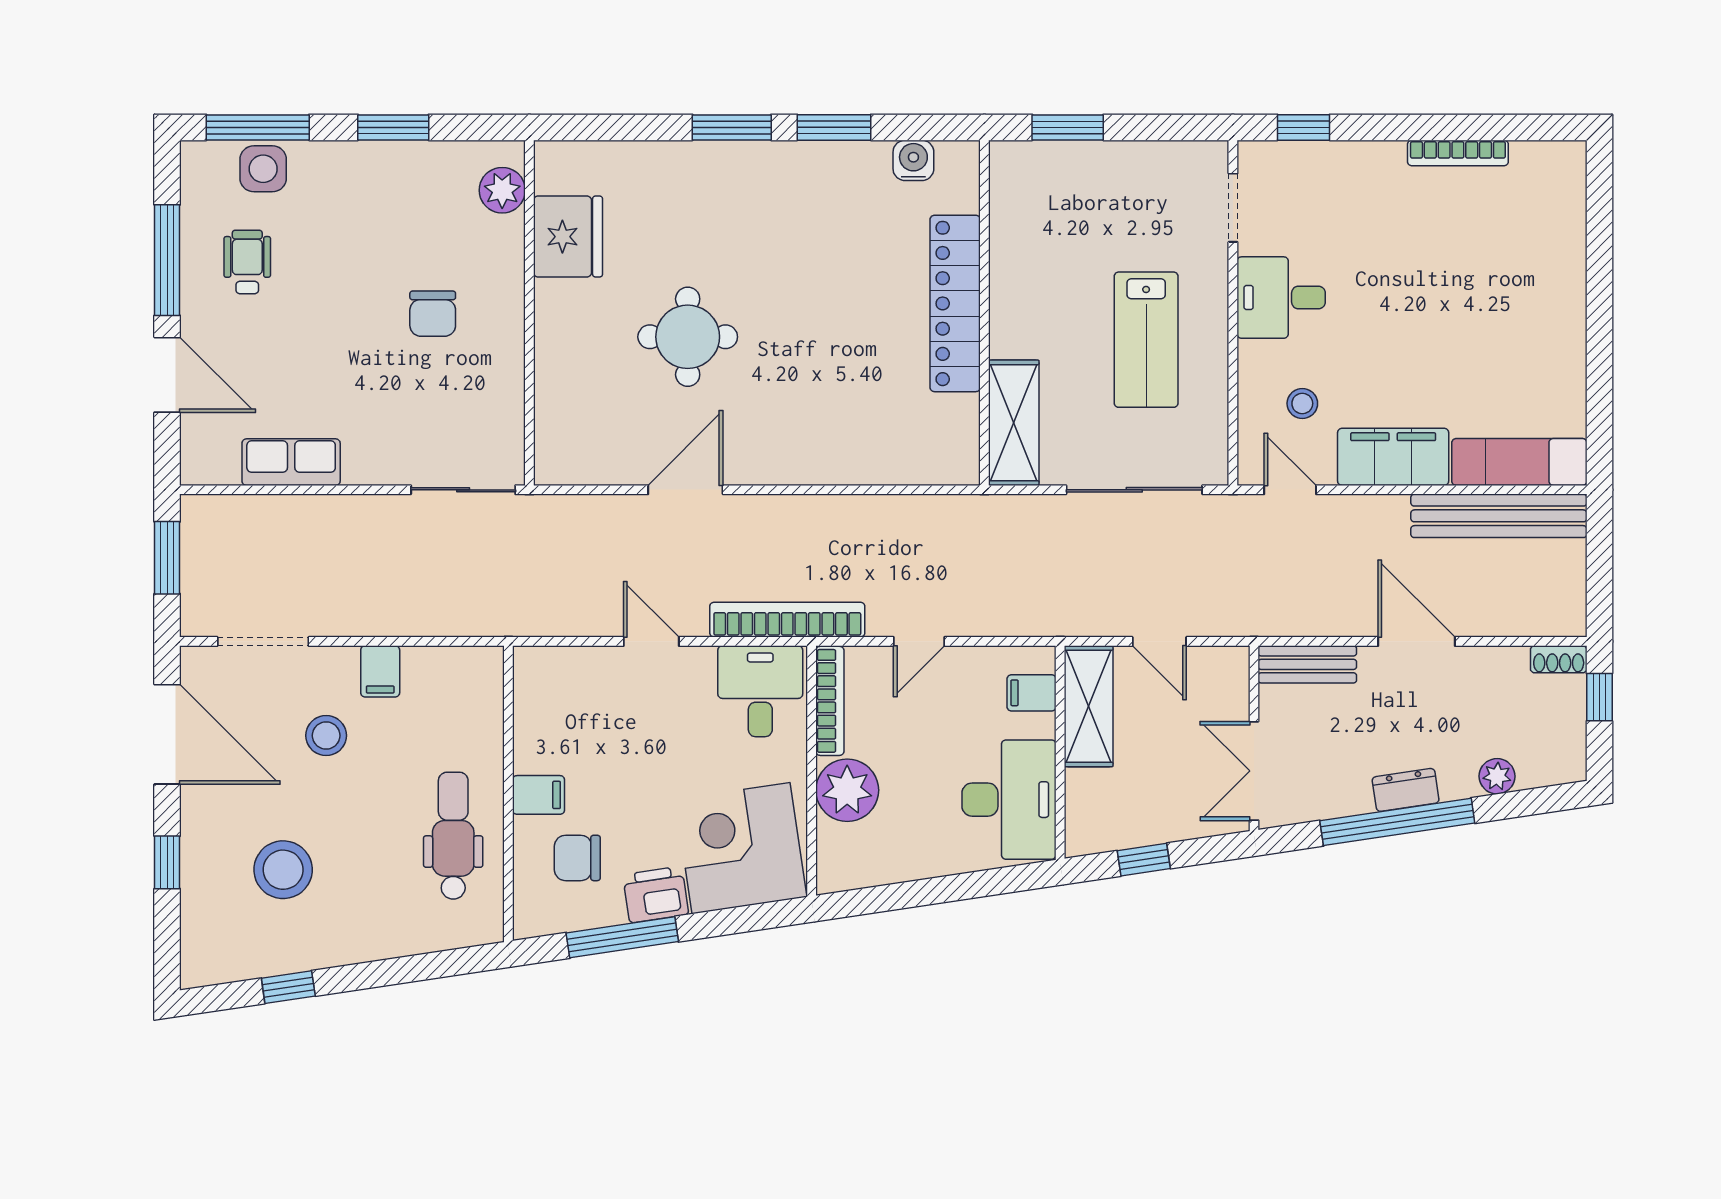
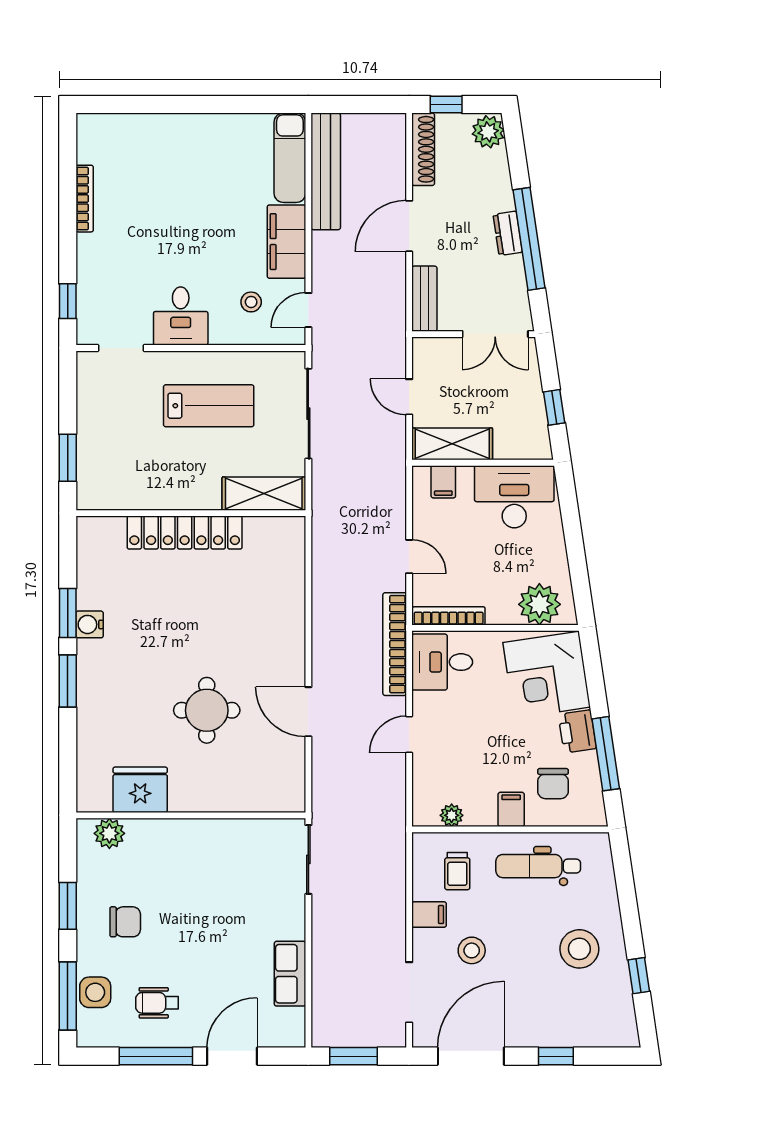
water cooler: (913, 160) -> (90, 624), moved
chair: (433, 314) -> (125, 922), moved
door: (1159, 641) -> (409, 397), swing flipped
shoe rack: (1559, 659) -> (423, 149), width x1.94, depth x1.24
plant: (530, 705) -> (452, 815), added
trolley: (445, 714) -> (457, 871), added
plant: (1497, 776) -> (488, 132), moved, width x1.38, depth x1.38
plant: (847, 790) -> (539, 604), moved
stool: (283, 870) -> (579, 949), moved

